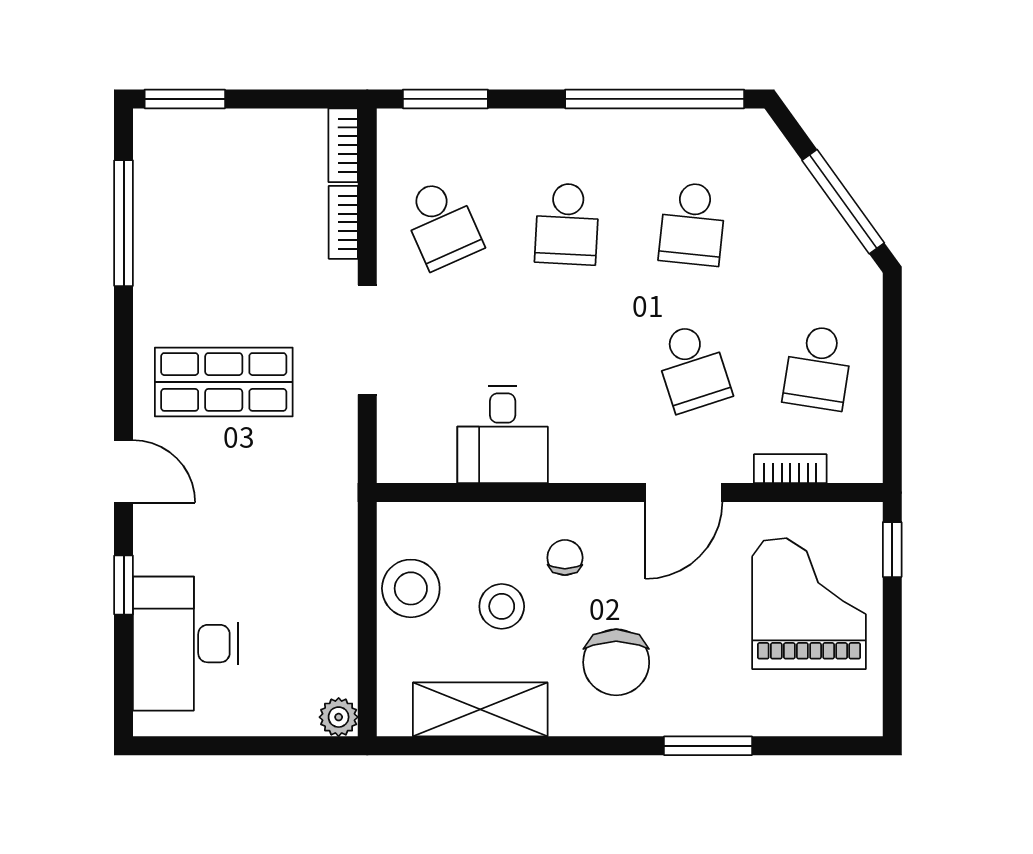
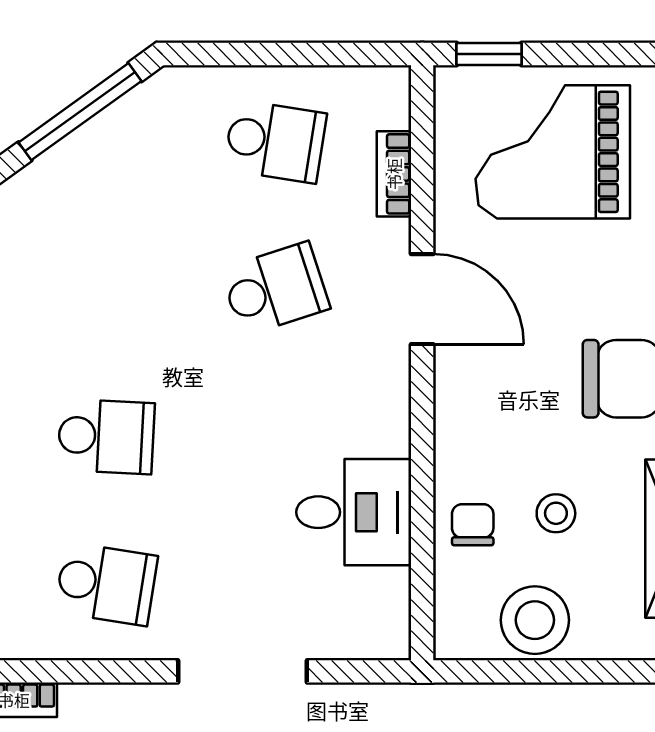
bookcase: (343, 222) -> (104, 700), removed
school desk: (442, 224) -> (106, 584), turned 33
school desk: (692, 224) -> (106, 289), removed
chair: (565, 558) -> (473, 525), moved, turned 90
stool: (502, 606) -> (556, 513), width x0.73, depth x0.73

